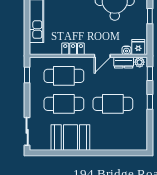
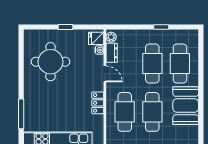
window: (150, 74) -> (122, 27), removed
window: (150, 102) -> (161, 27), moved
cafe table: (113, 132) -> (180, 63), added

